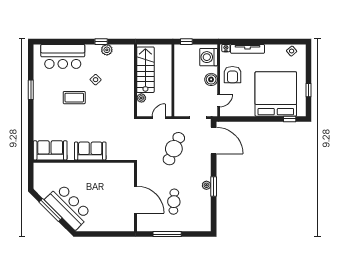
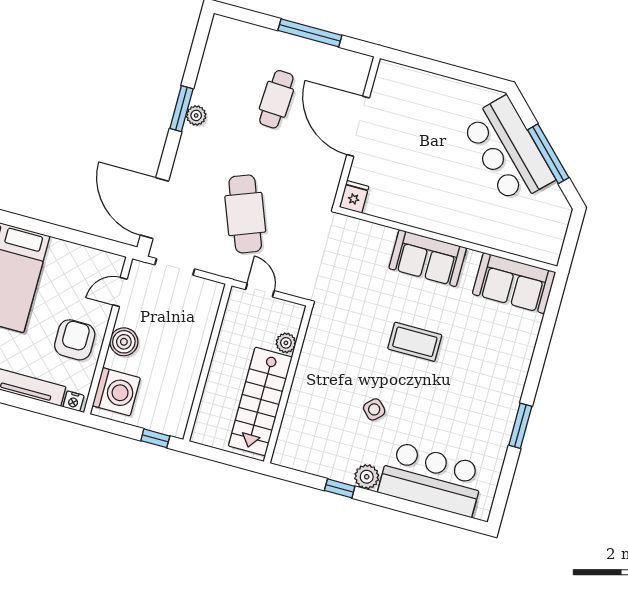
plant: (107, 50) -> (367, 477), moved
coffee table: (74, 98) -> (415, 342), moved
door: (159, 118) -> (260, 290), swing flipped
cafe table: (174, 149) -> (245, 214), turned -45
fridge: (129, 169) -> (354, 197), added

